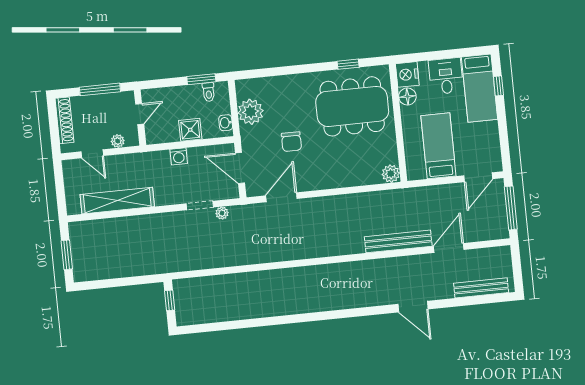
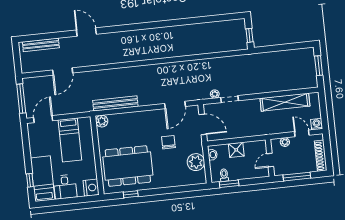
floor lamp: (407, 97) -> (91, 173), removed
washing machine: (179, 156) -> (317, 124), moved
bench: (398, 241) -> (115, 103), moved

